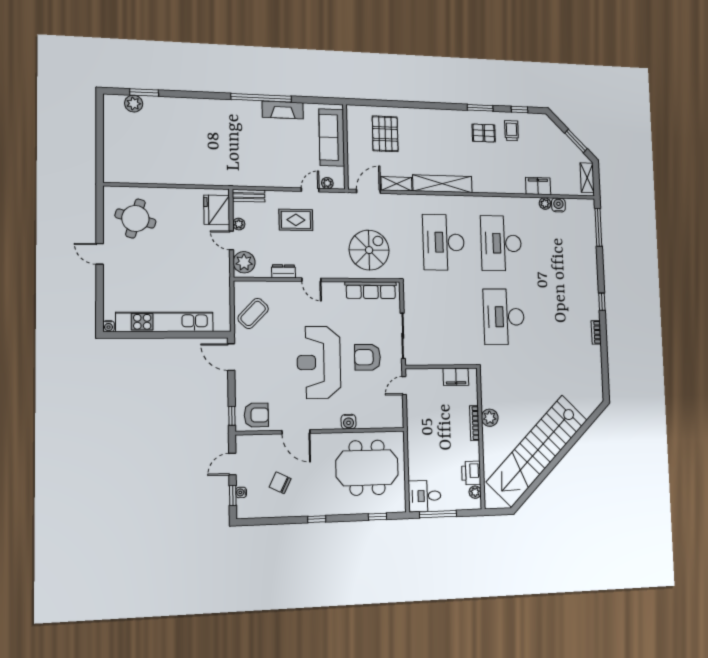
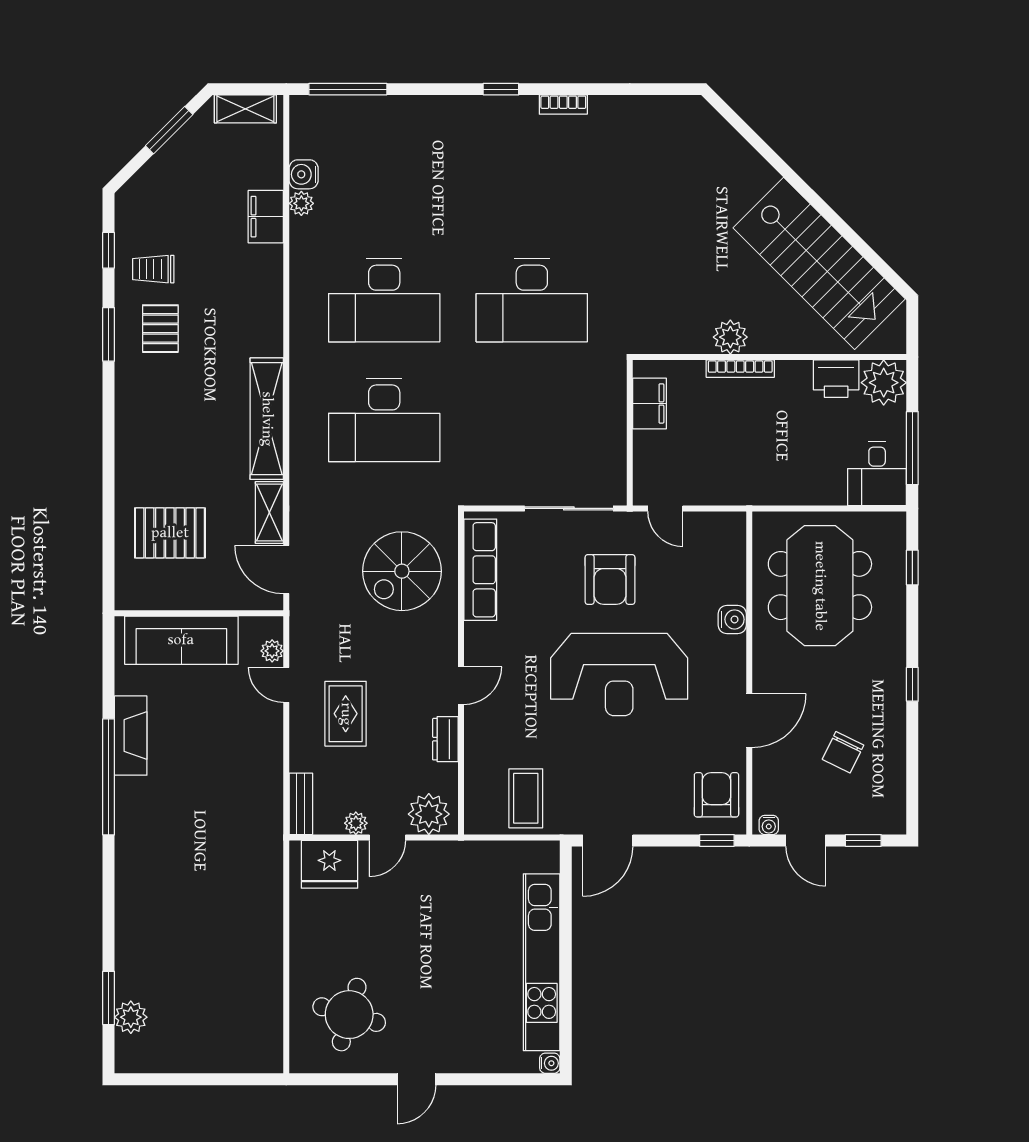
spiral stairs: (369, 250) -> (402, 571), turned -90
coffee table: (253, 313) -> (526, 798), turned 46
stairs: (537, 451) -> (819, 263), width x0.73
water cooler: (241, 492) -> (769, 825), moved
plant: (475, 492) -> (884, 383), width x1.87, depth x1.87

